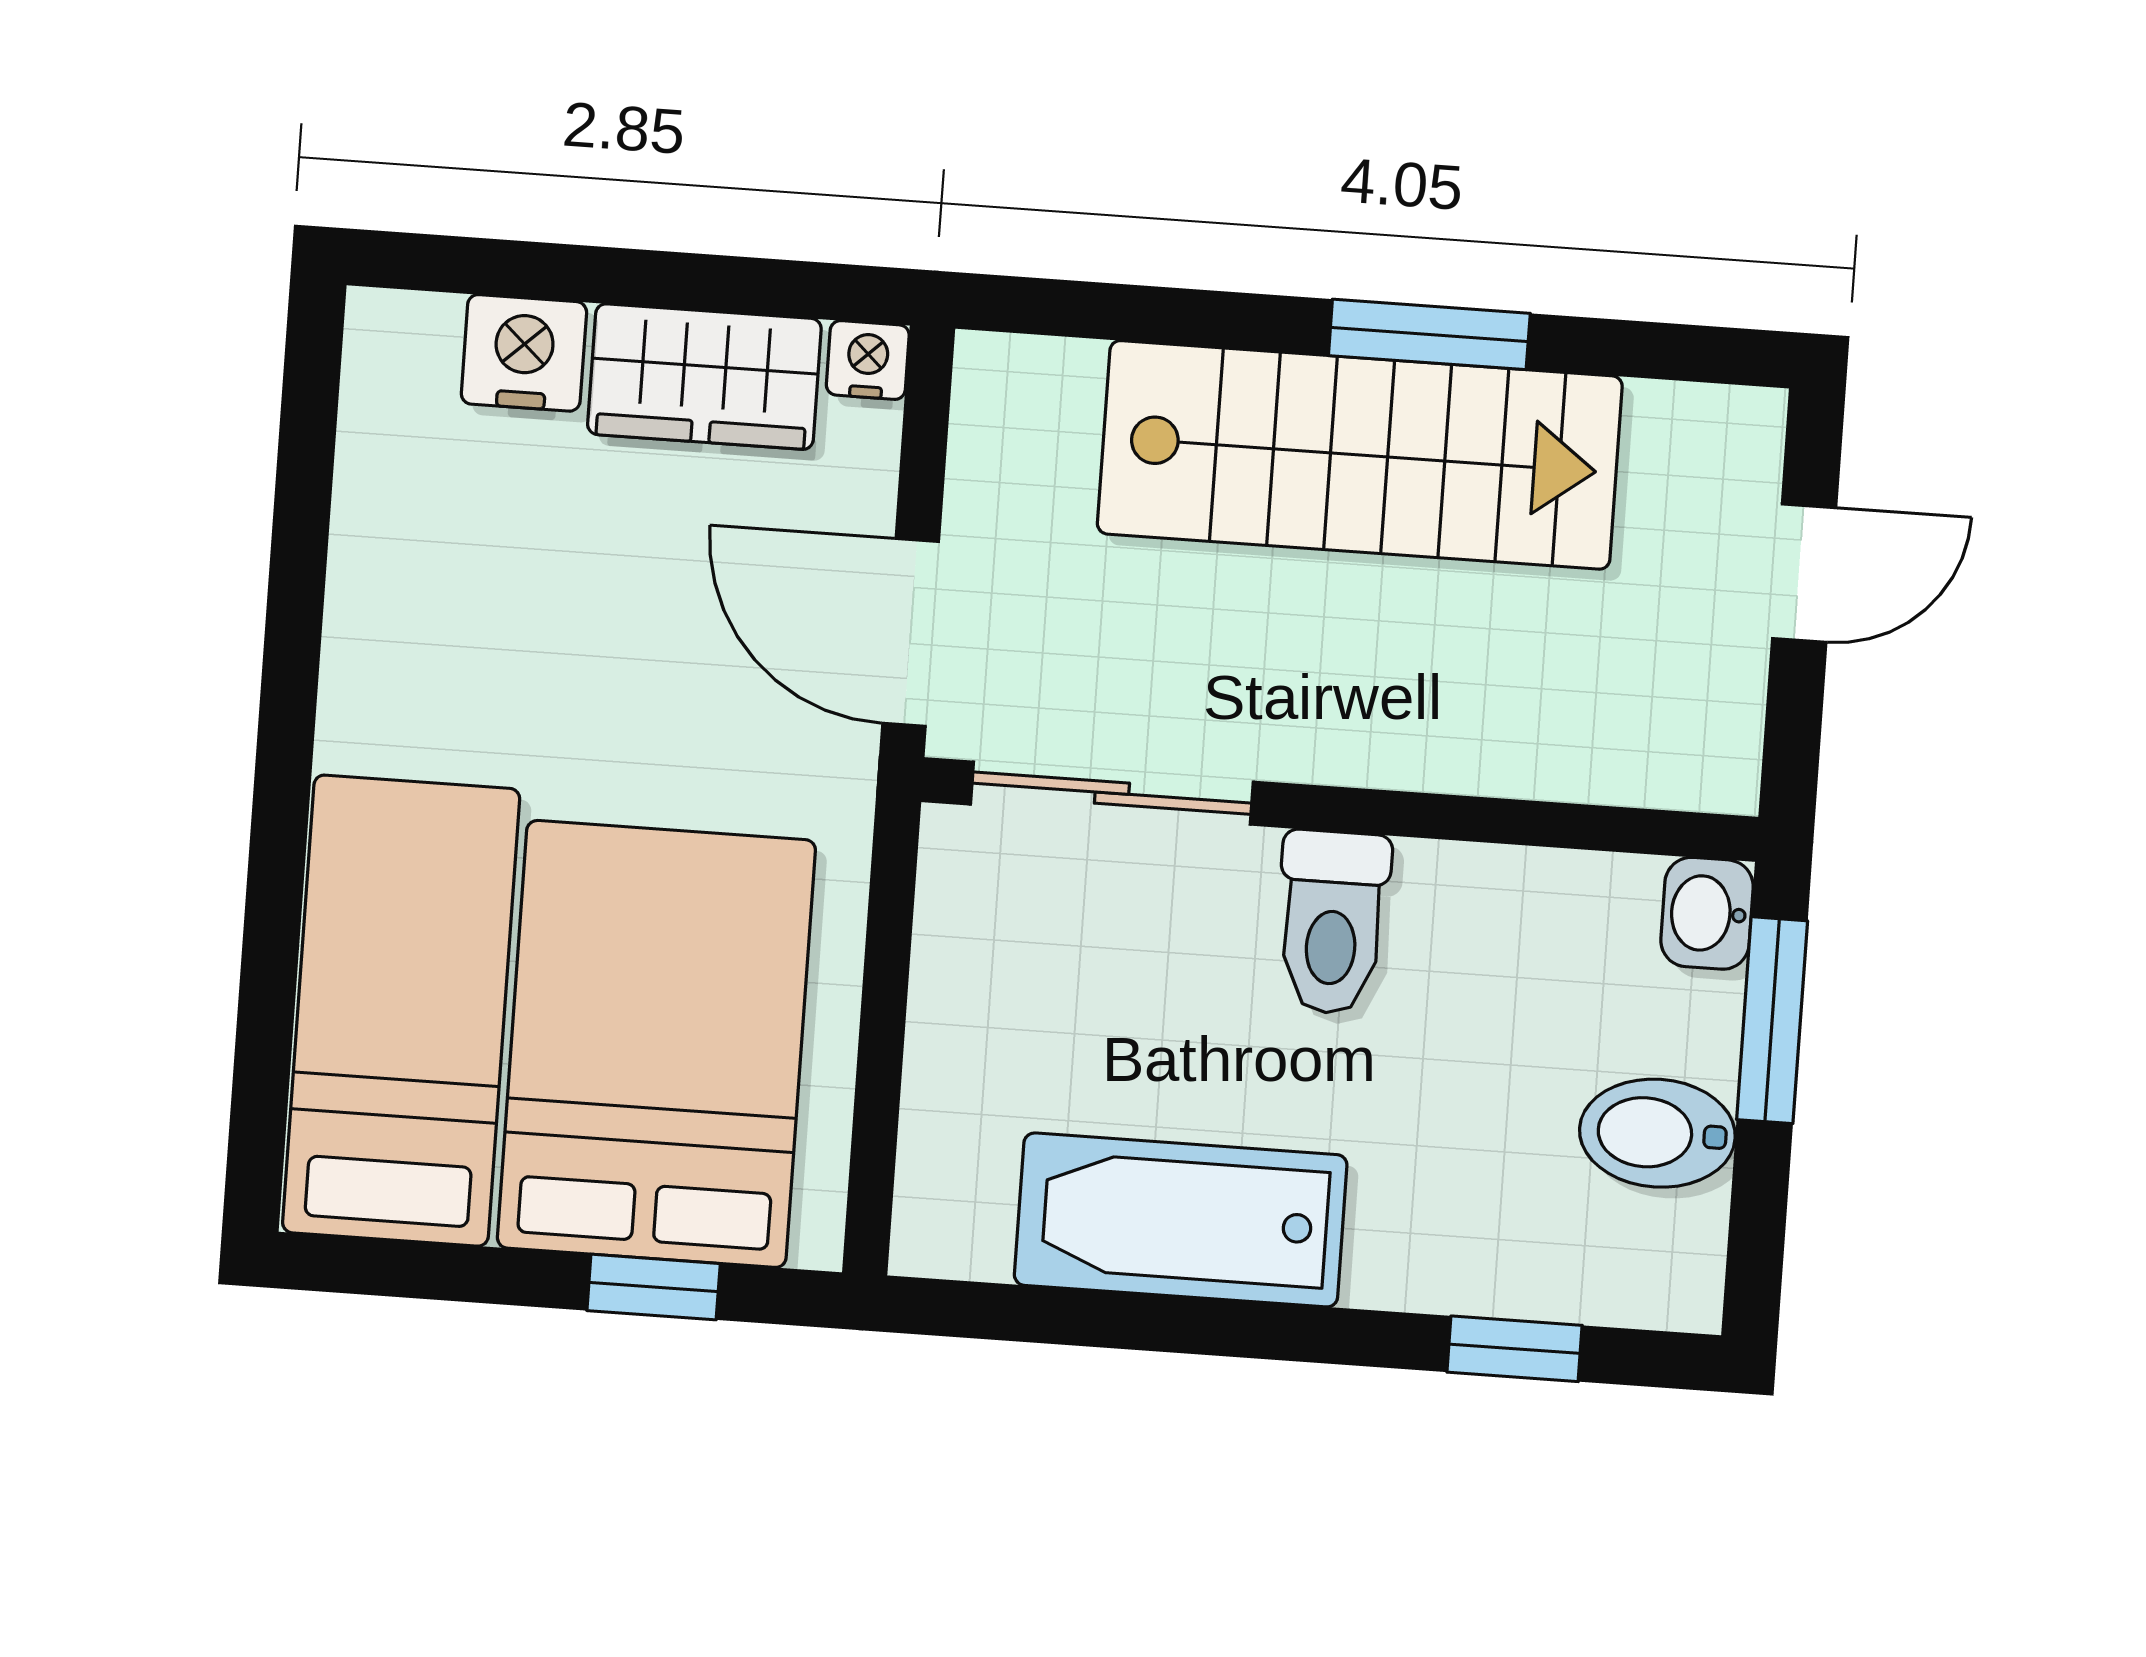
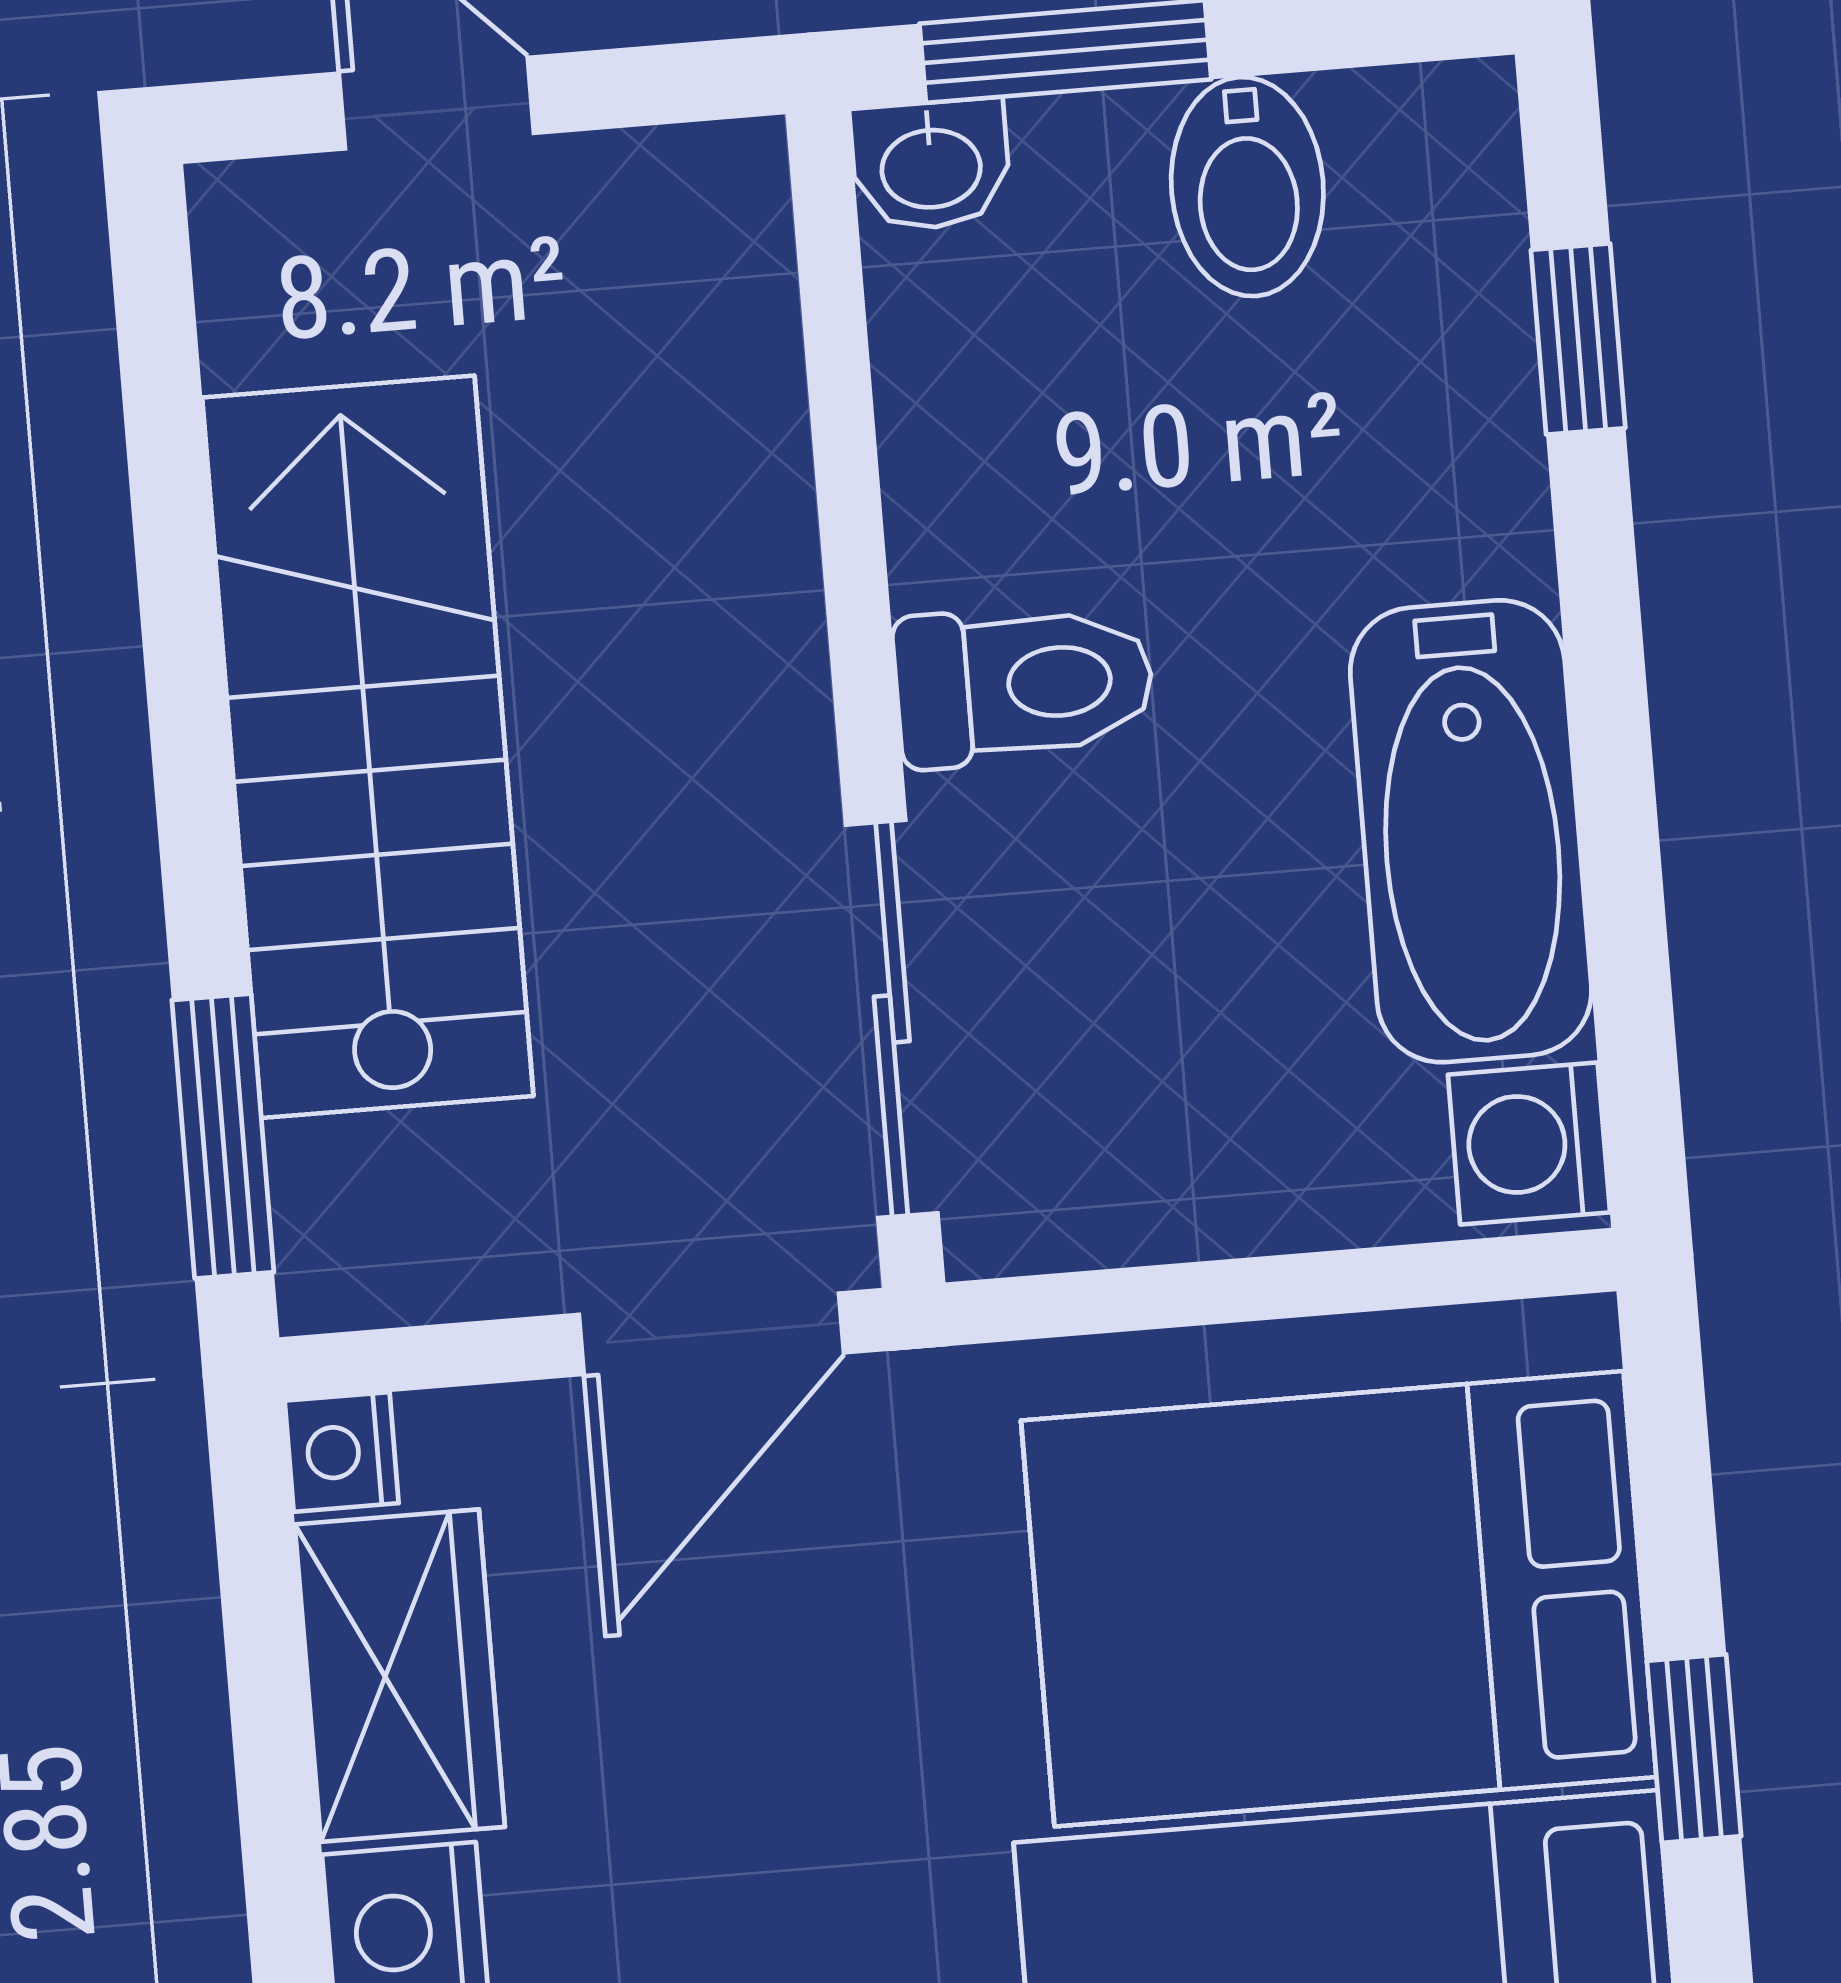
window: (1429, 334) -> (223, 1136), moved
washing machine: (955, 1227) -> (1529, 1144), added
window: (654, 1287) -> (1694, 1748), moved

